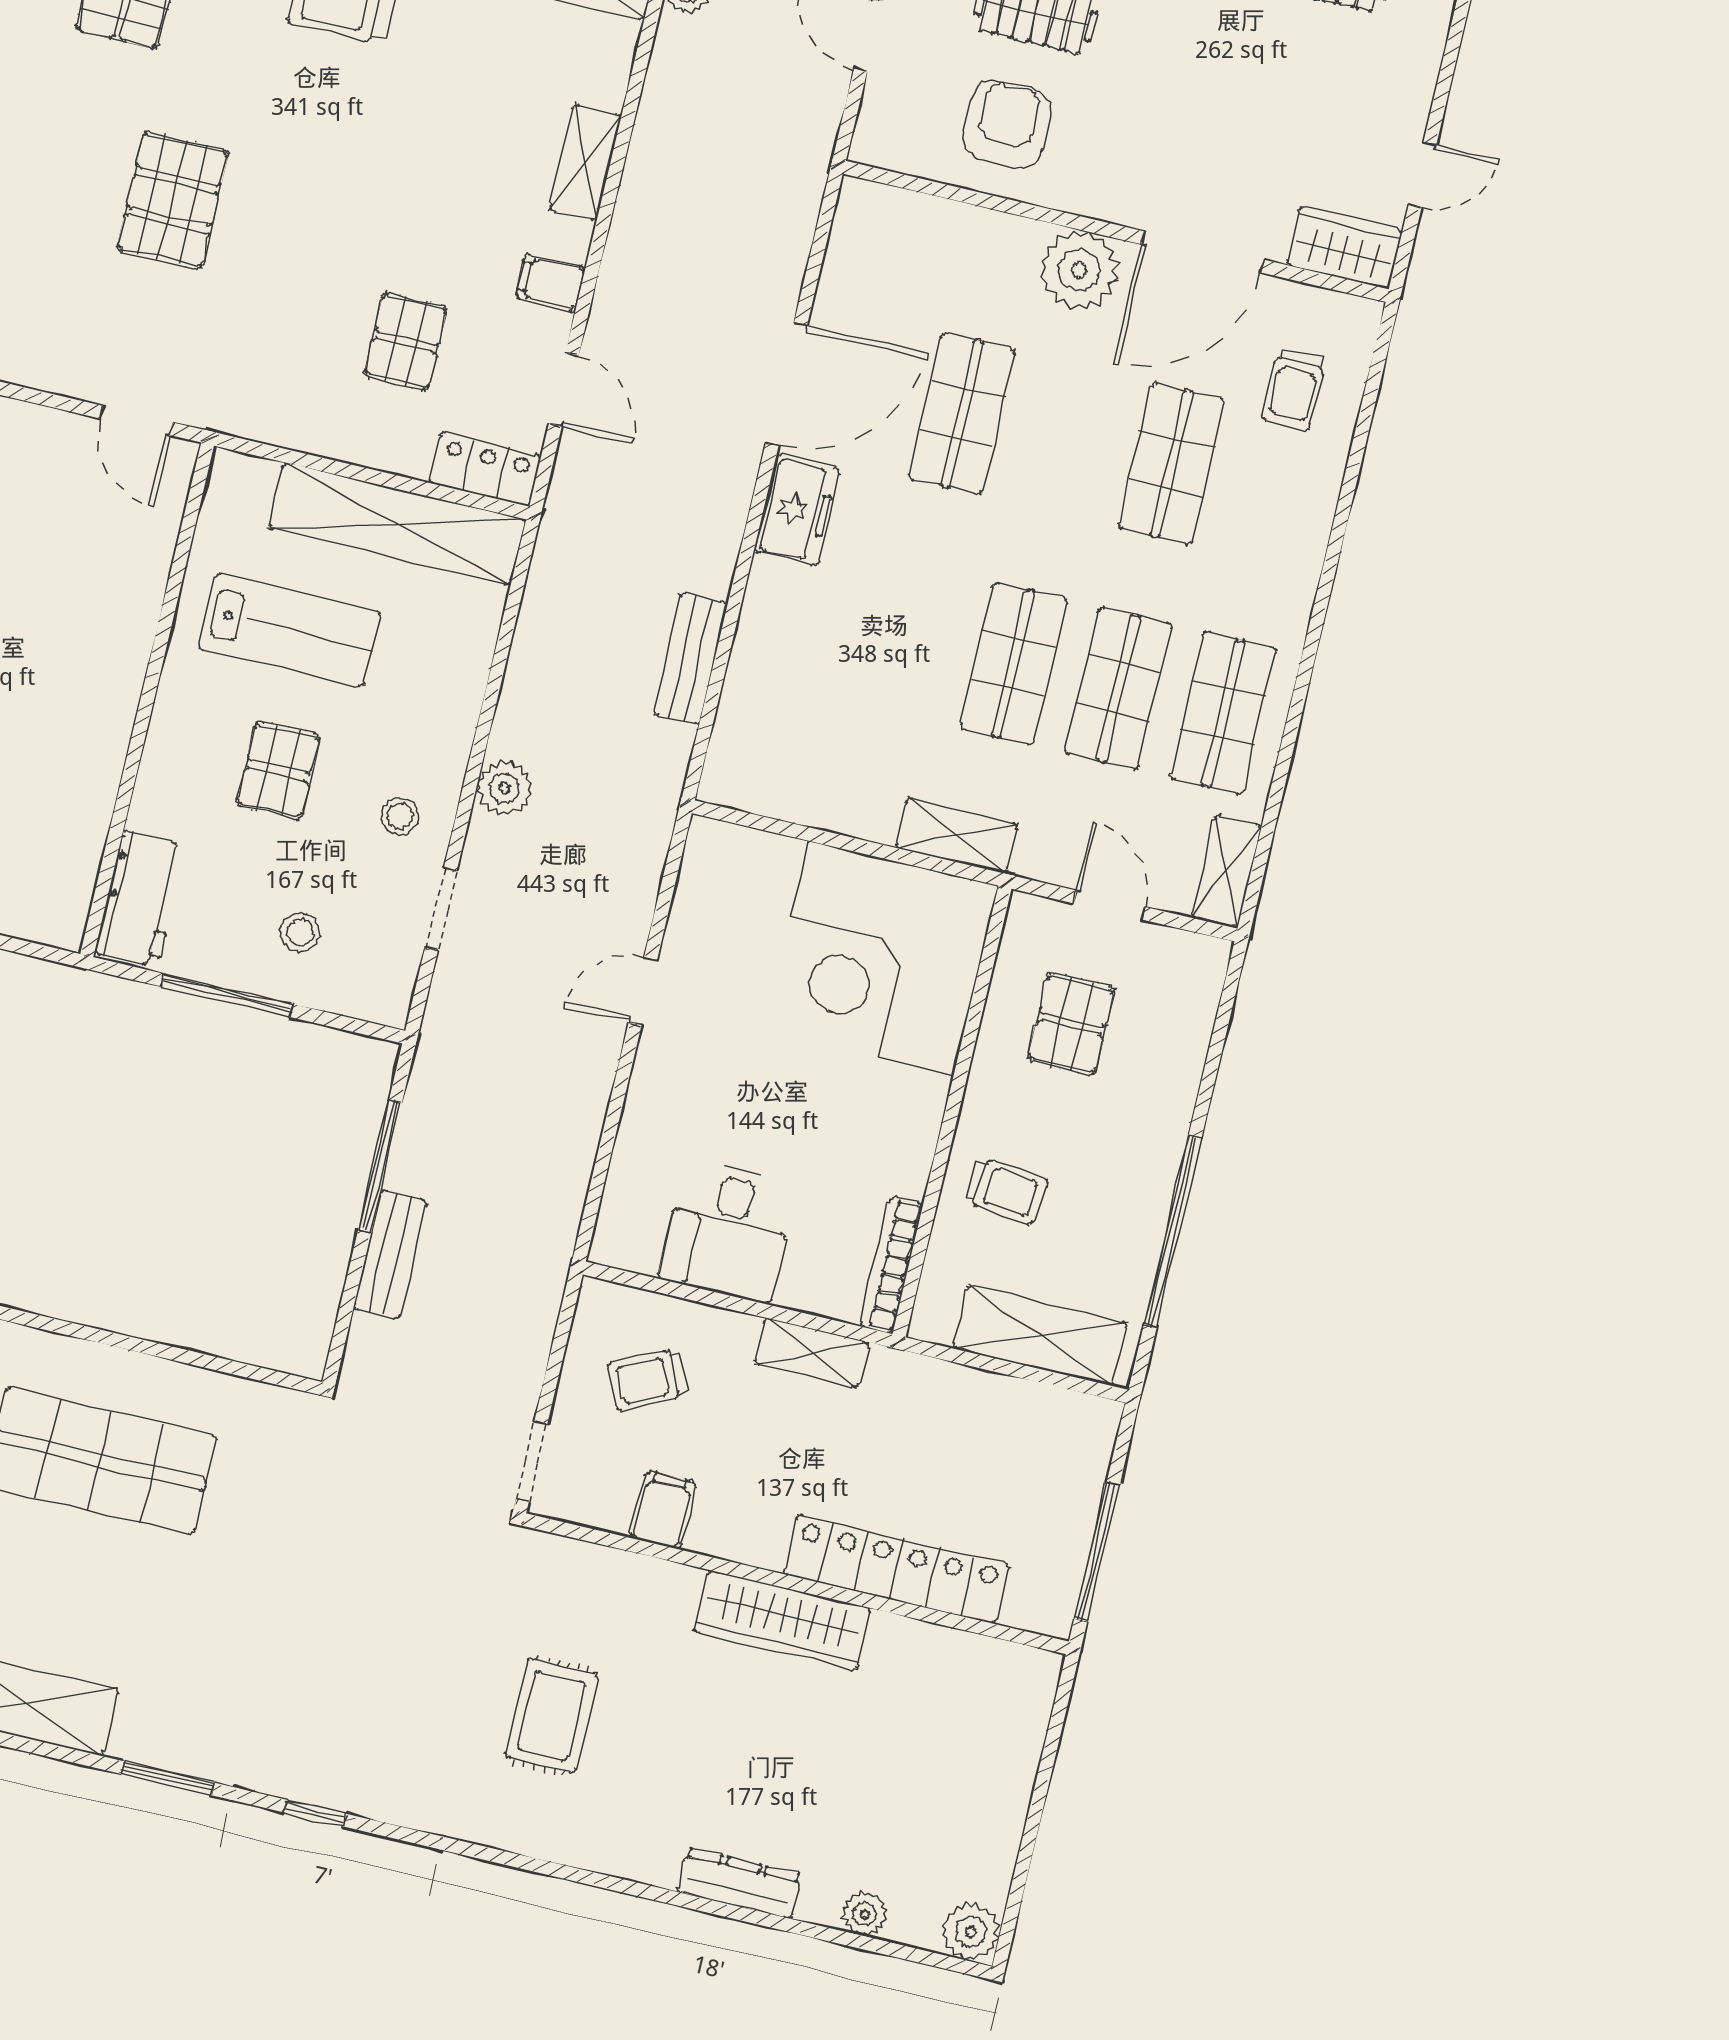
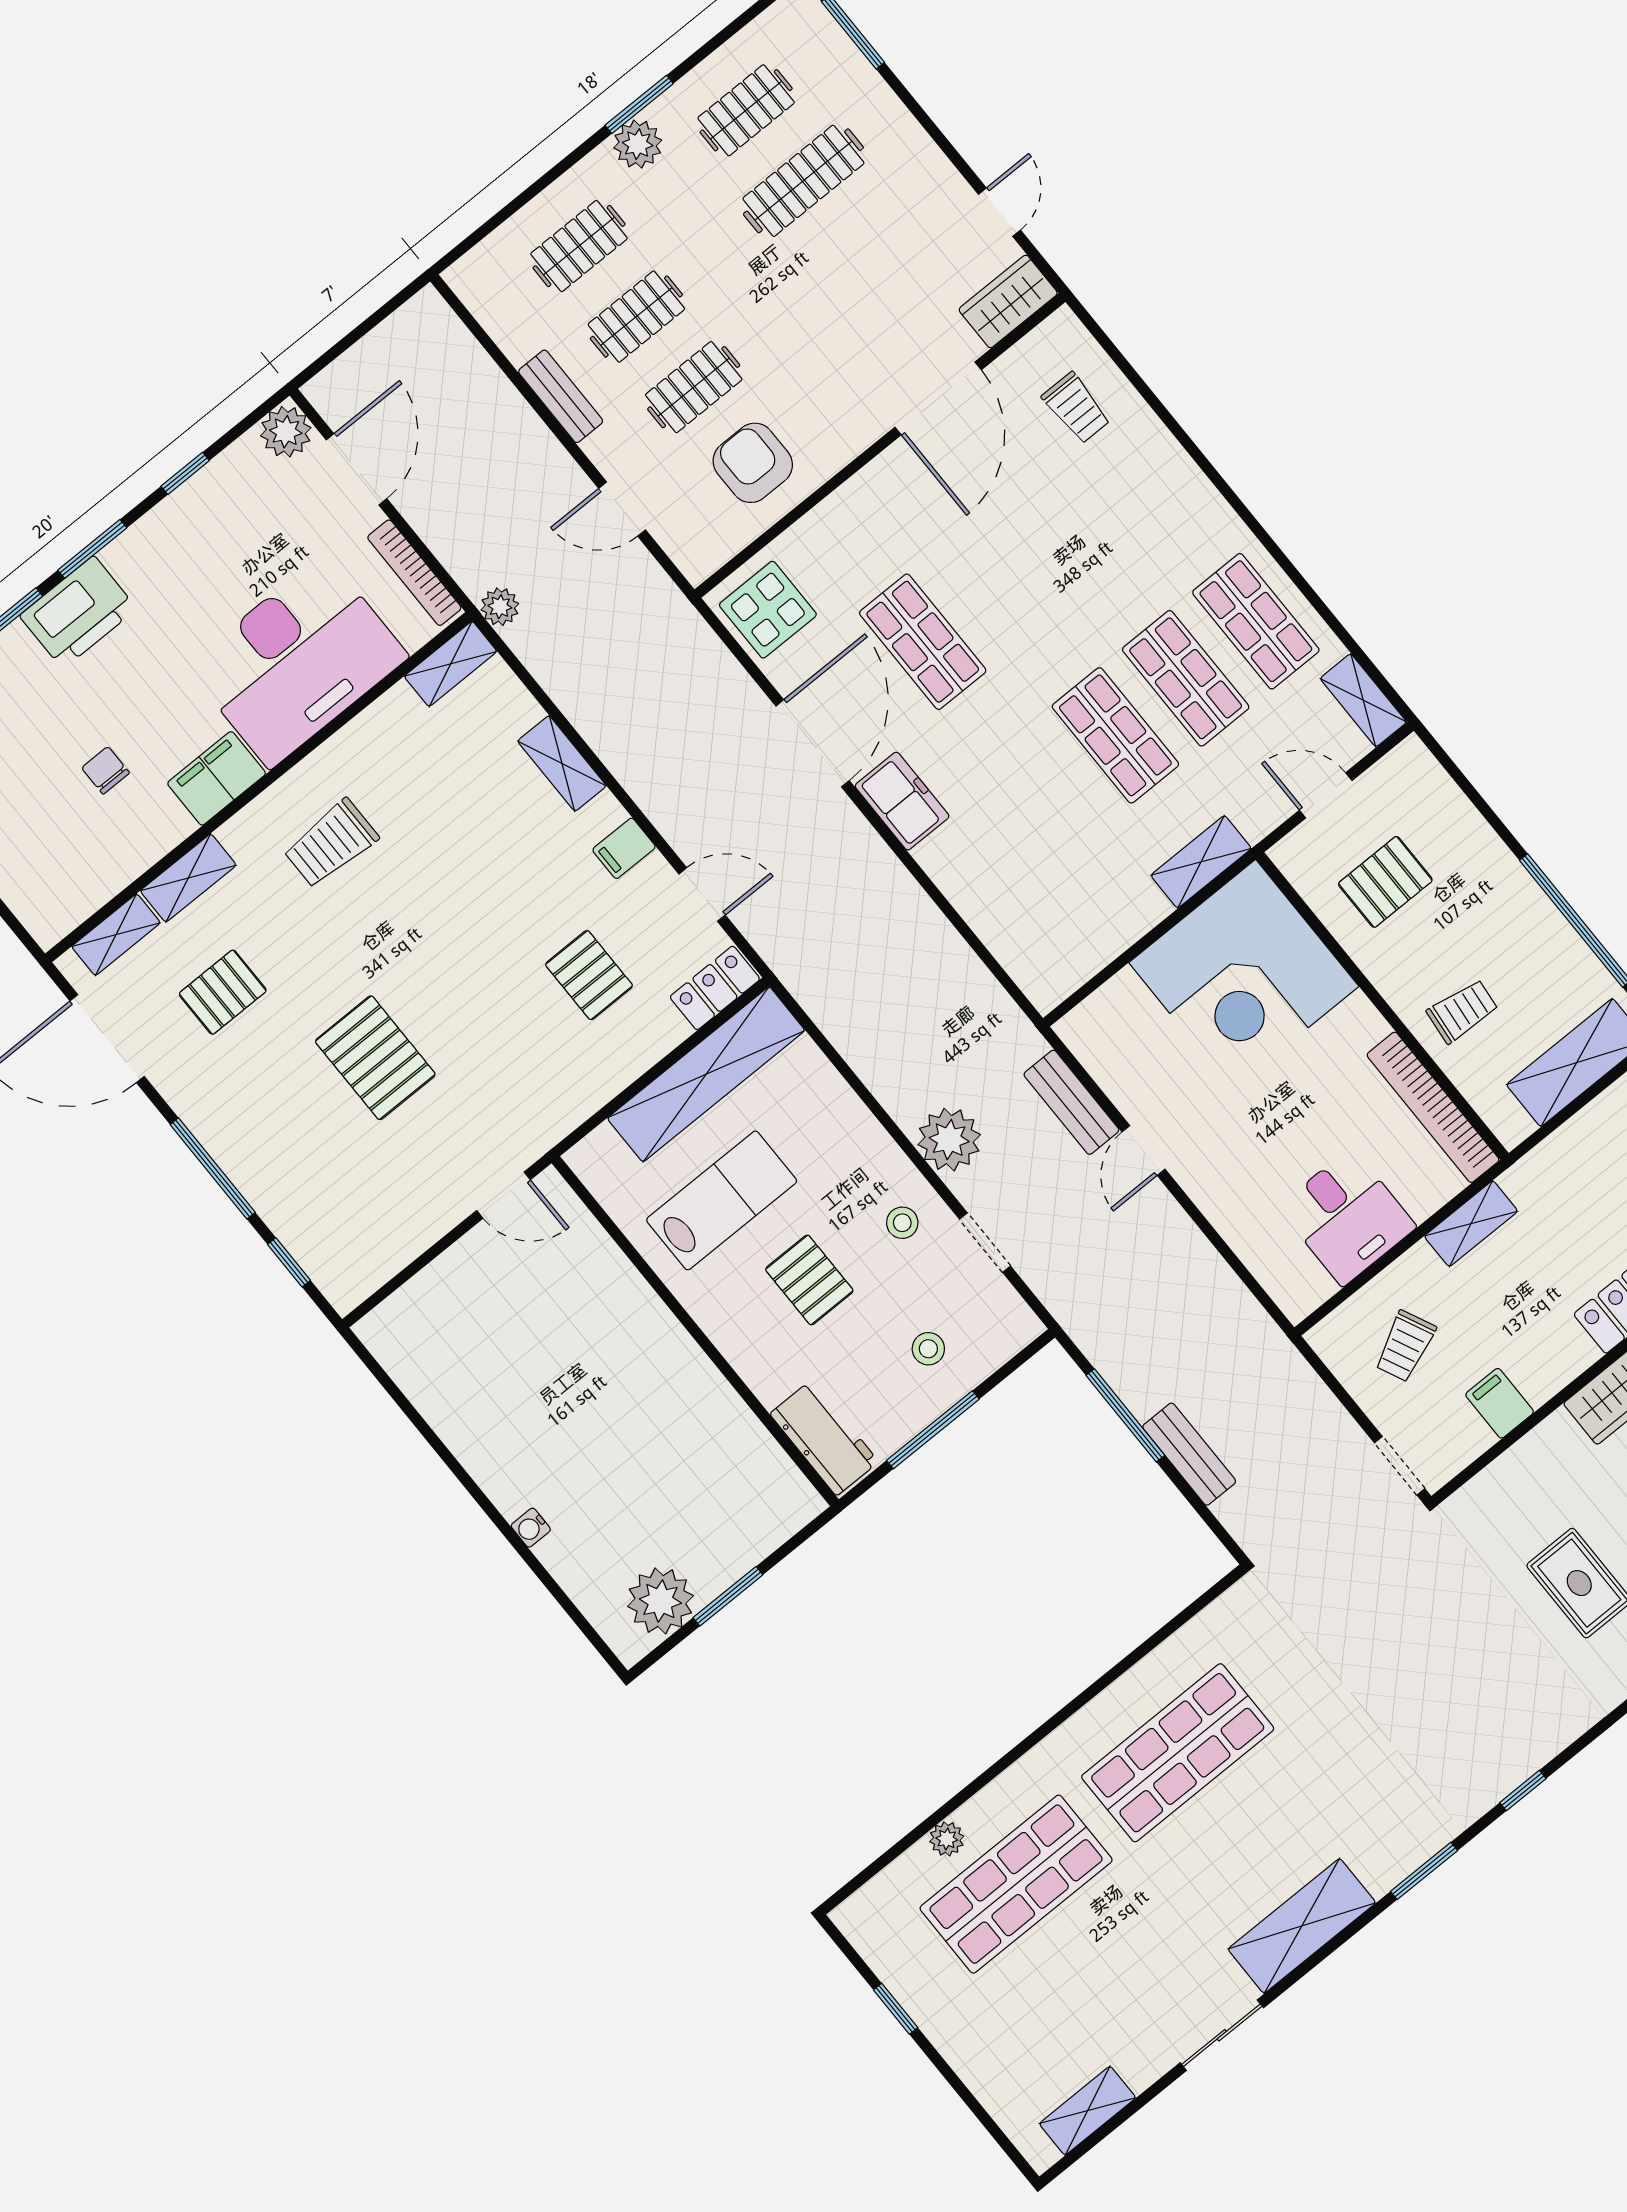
display table: (880, 245) -> (768, 610), added
plant: (1079, 270) -> (887, 490), removed
shop shelf: (1171, 464) -> (1063, 528), removed
bench: (690, 659) -> (1071, 1102), moved
plant: (505, 788) -> (949, 1140), width x1.36, depth x1.36
pallet: (1071, 1024) -> (1385, 882), turned 90
bookcase: (891, 1265) -> (1433, 1107), width x1.48, depth x1.31

